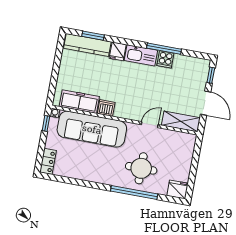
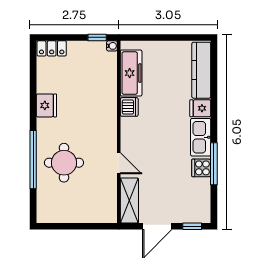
window: (93, 36) -> (214, 75), removed
sofa: (92, 129) -> (100, 94), removed
fridge: (178, 189) -> (46, 105), moved

